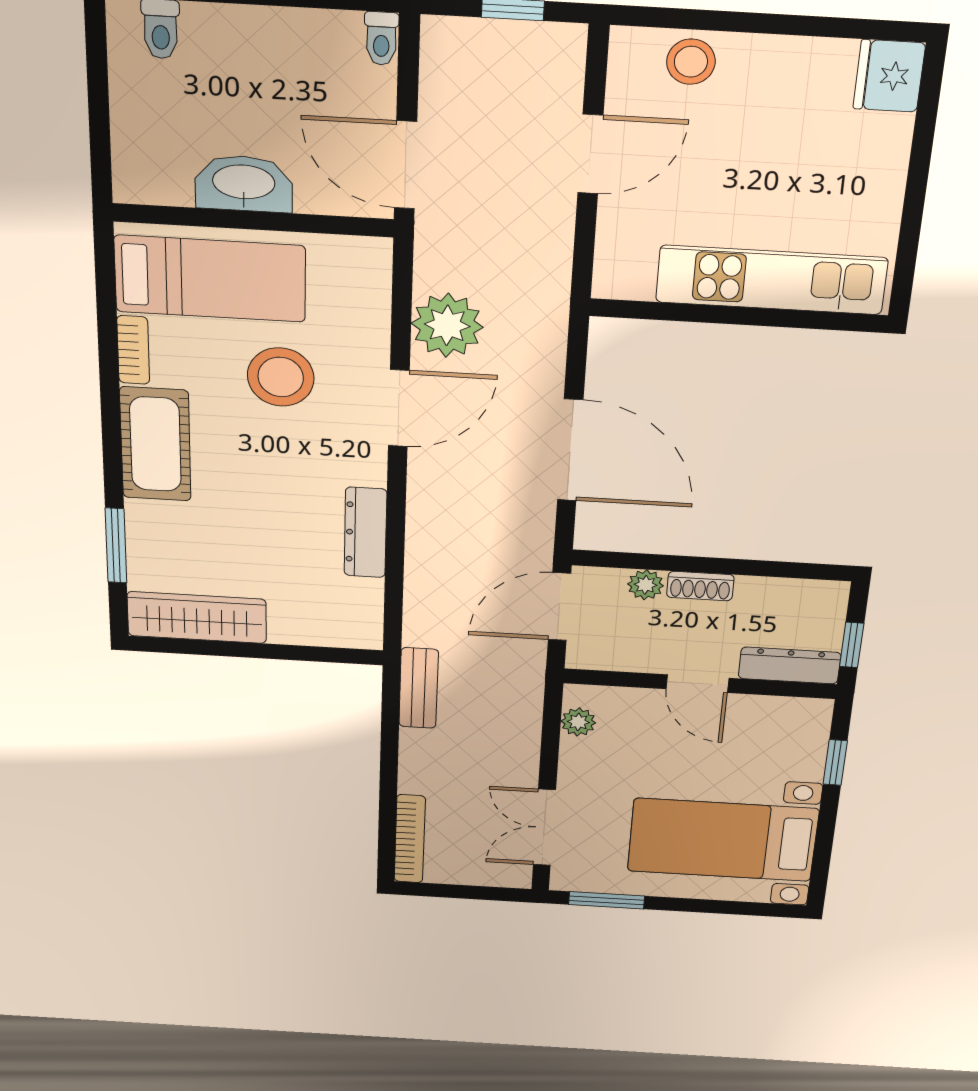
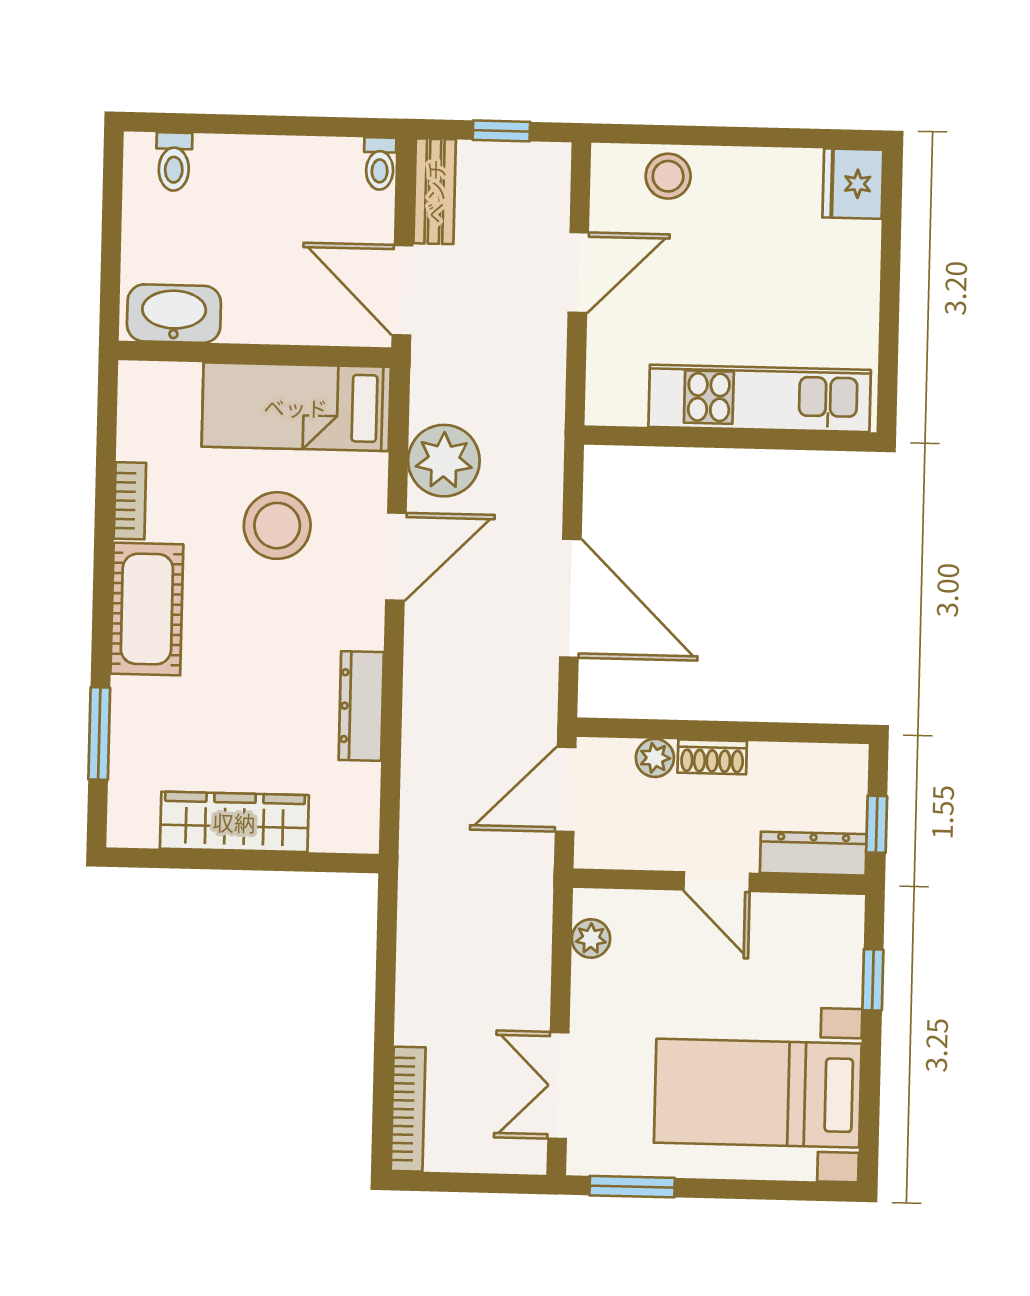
washbasin: (244, 184) -> (174, 314), moved
bed: (210, 279) -> (296, 407), moved, turned 180
wardrobe: (197, 618) -> (234, 822), moved
bench: (419, 688) -> (435, 191), moved

